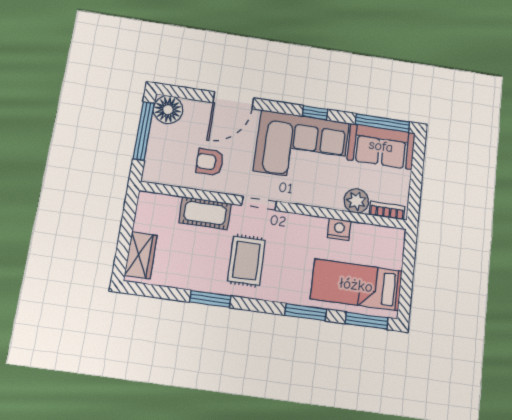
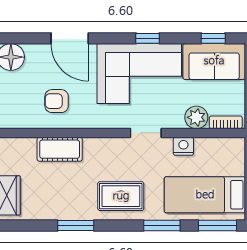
door: (233, 100) -> (70, 38), hinge flipped
window: (383, 123) -> (213, 38), width x0.46
doorway: (259, 203) -> (146, 133), moved
rug: (246, 261) -> (121, 196), moved, turned 90

